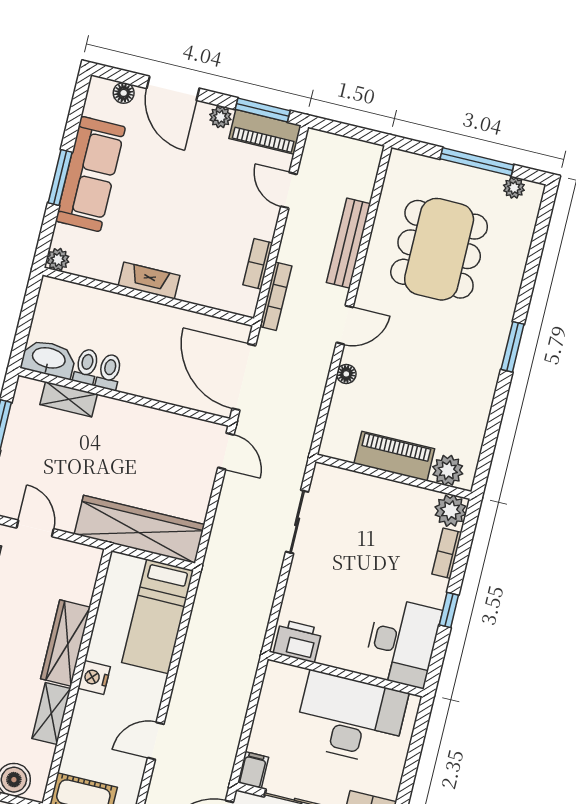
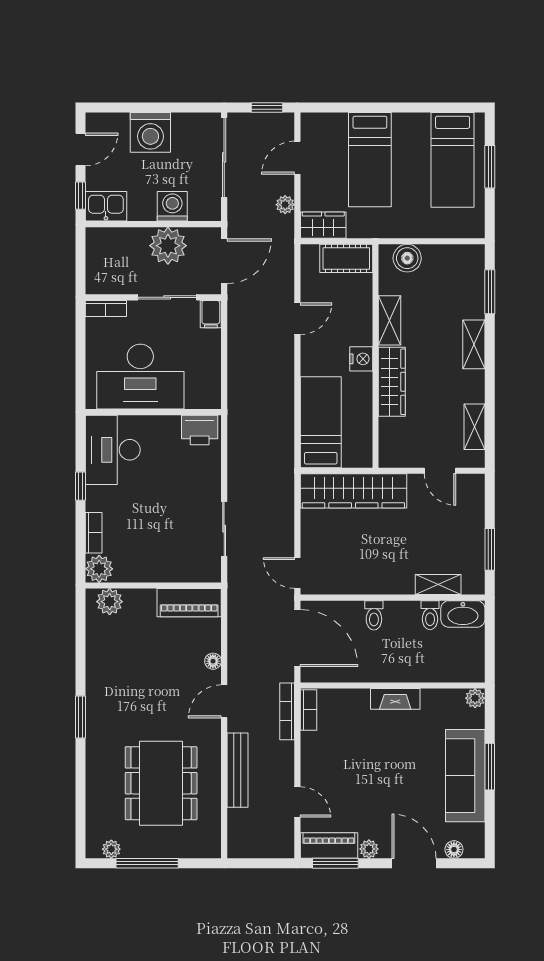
bookcase: (258, 264) -> (308, 710), moved
toilet: (109, 372) -> (374, 615), moved
piano: (394, 456) -> (189, 603), moved

